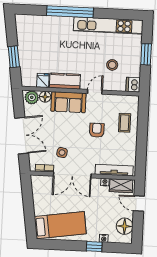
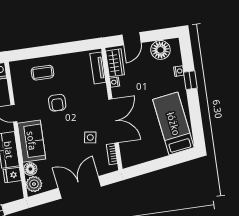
armchair: (97, 130) -> (57, 103), turned -90
tv unit: (114, 170) -> (98, 68), width x0.71

